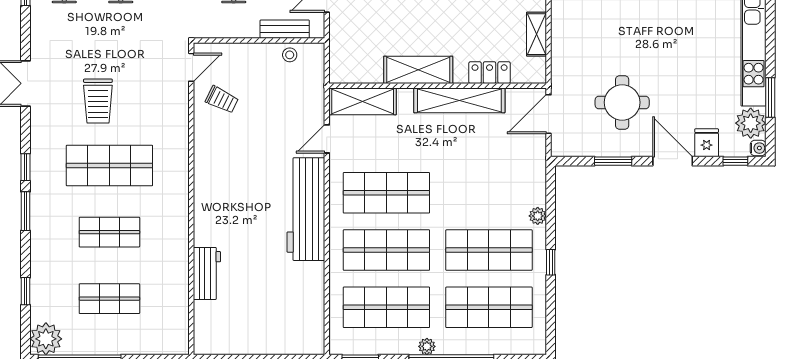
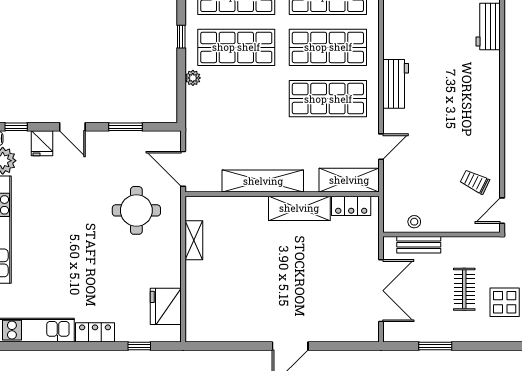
locker: (490, 73) -> (351, 206), moved
round table: (622, 102) -> (136, 210), moved
door: (549, 114) -> (183, 169), swing flipped
door: (673, 161) -> (72, 127), width x0.73
workbench: (306, 209) -> (396, 84), width x0.53, depth x0.76

